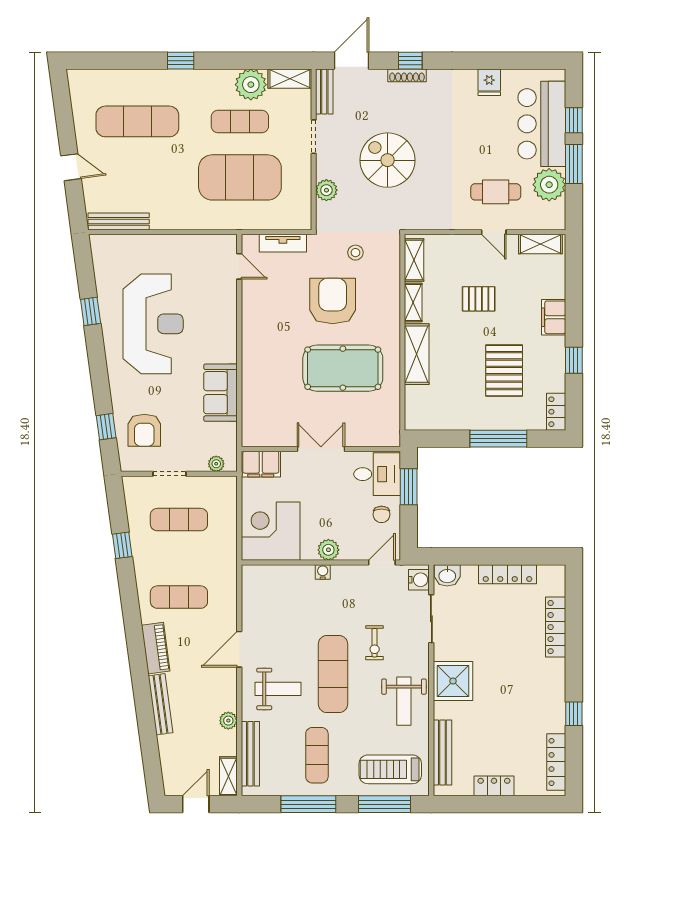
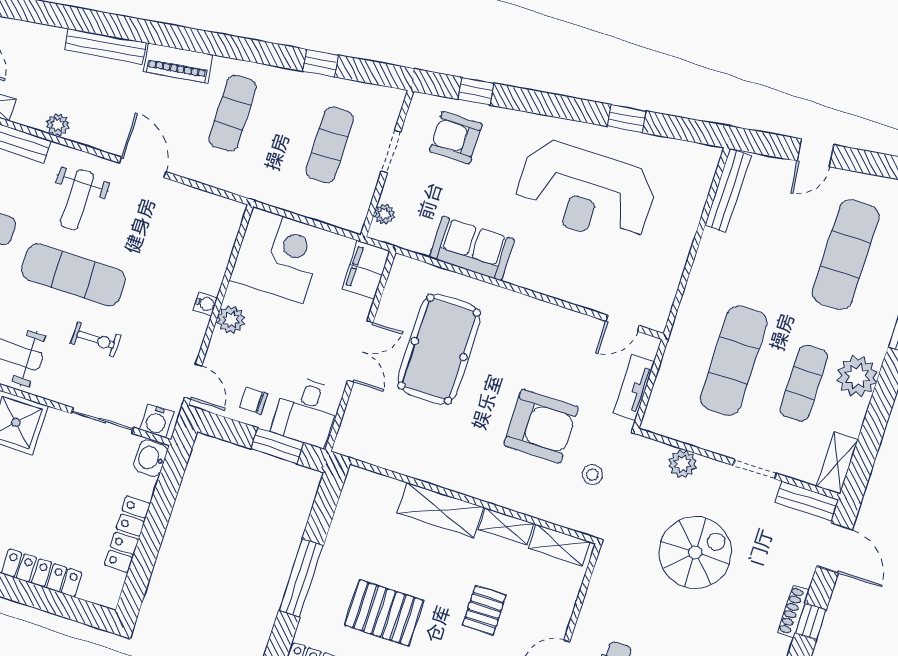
plant: (251, 85) -> (857, 376), moved
exercise mat: (240, 177) -> (734, 360), width x0.68
pool table: (343, 368) -> (439, 349), moved
exercise bike: (375, 643) -> (96, 340), turned 180

